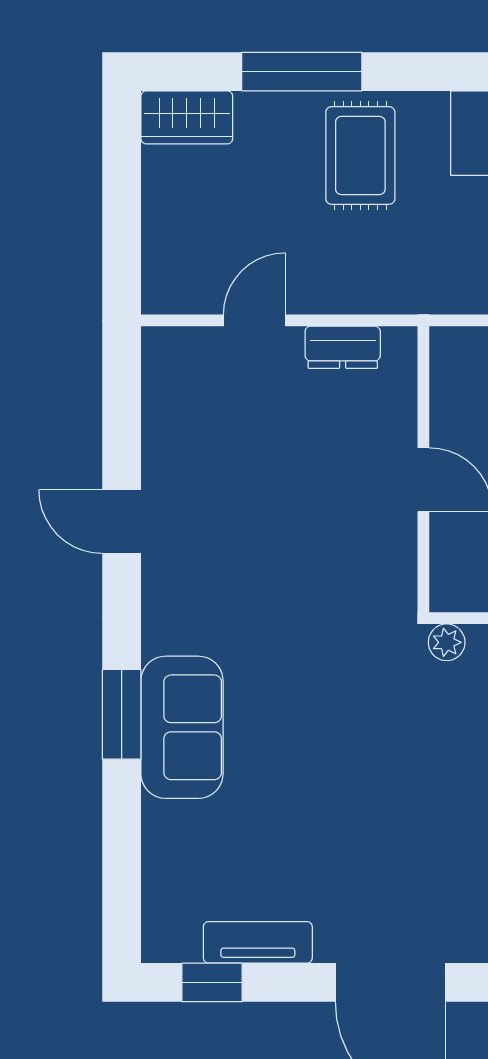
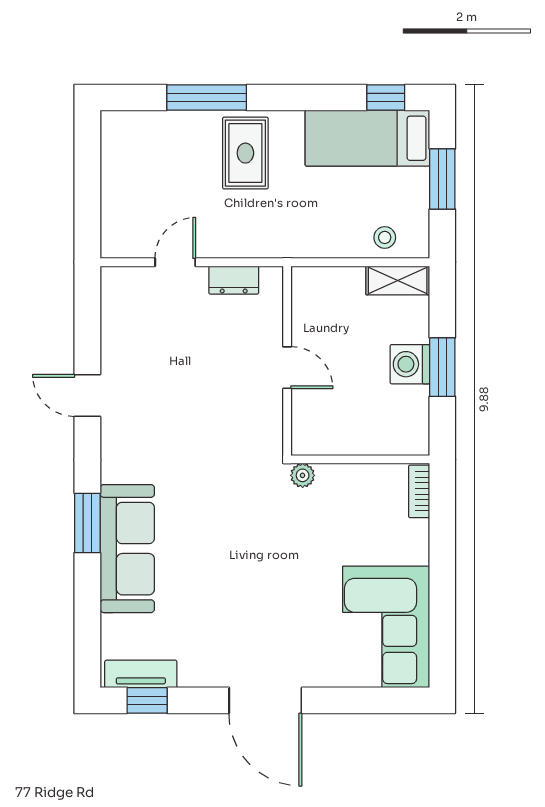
wardrobe: (187, 117) -> (130, 128), removed
sofa: (182, 727) -> (127, 549), width x1.36
tv unit: (258, 942) -> (141, 674), moved

